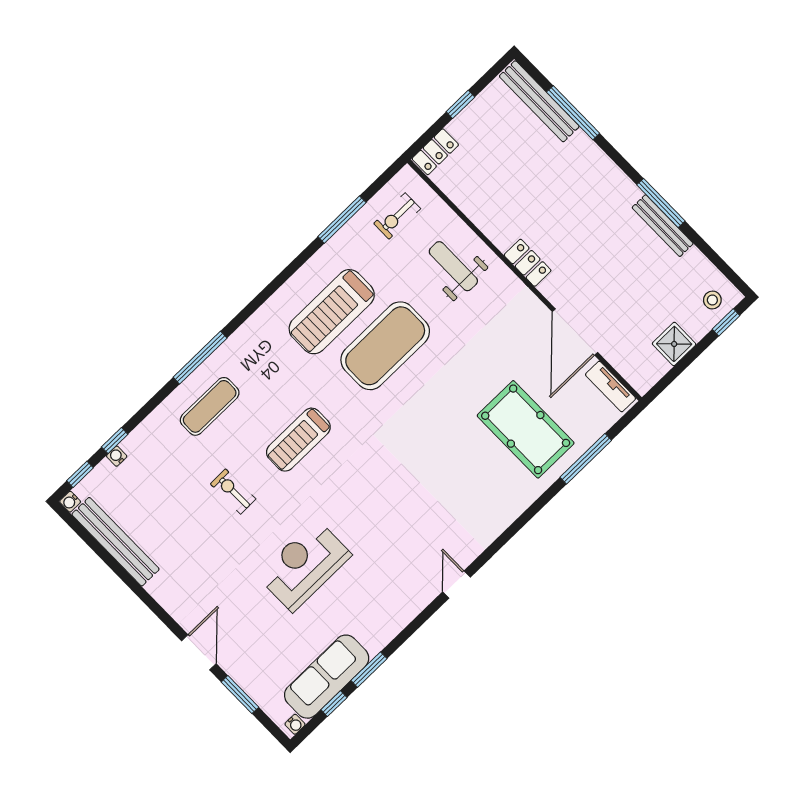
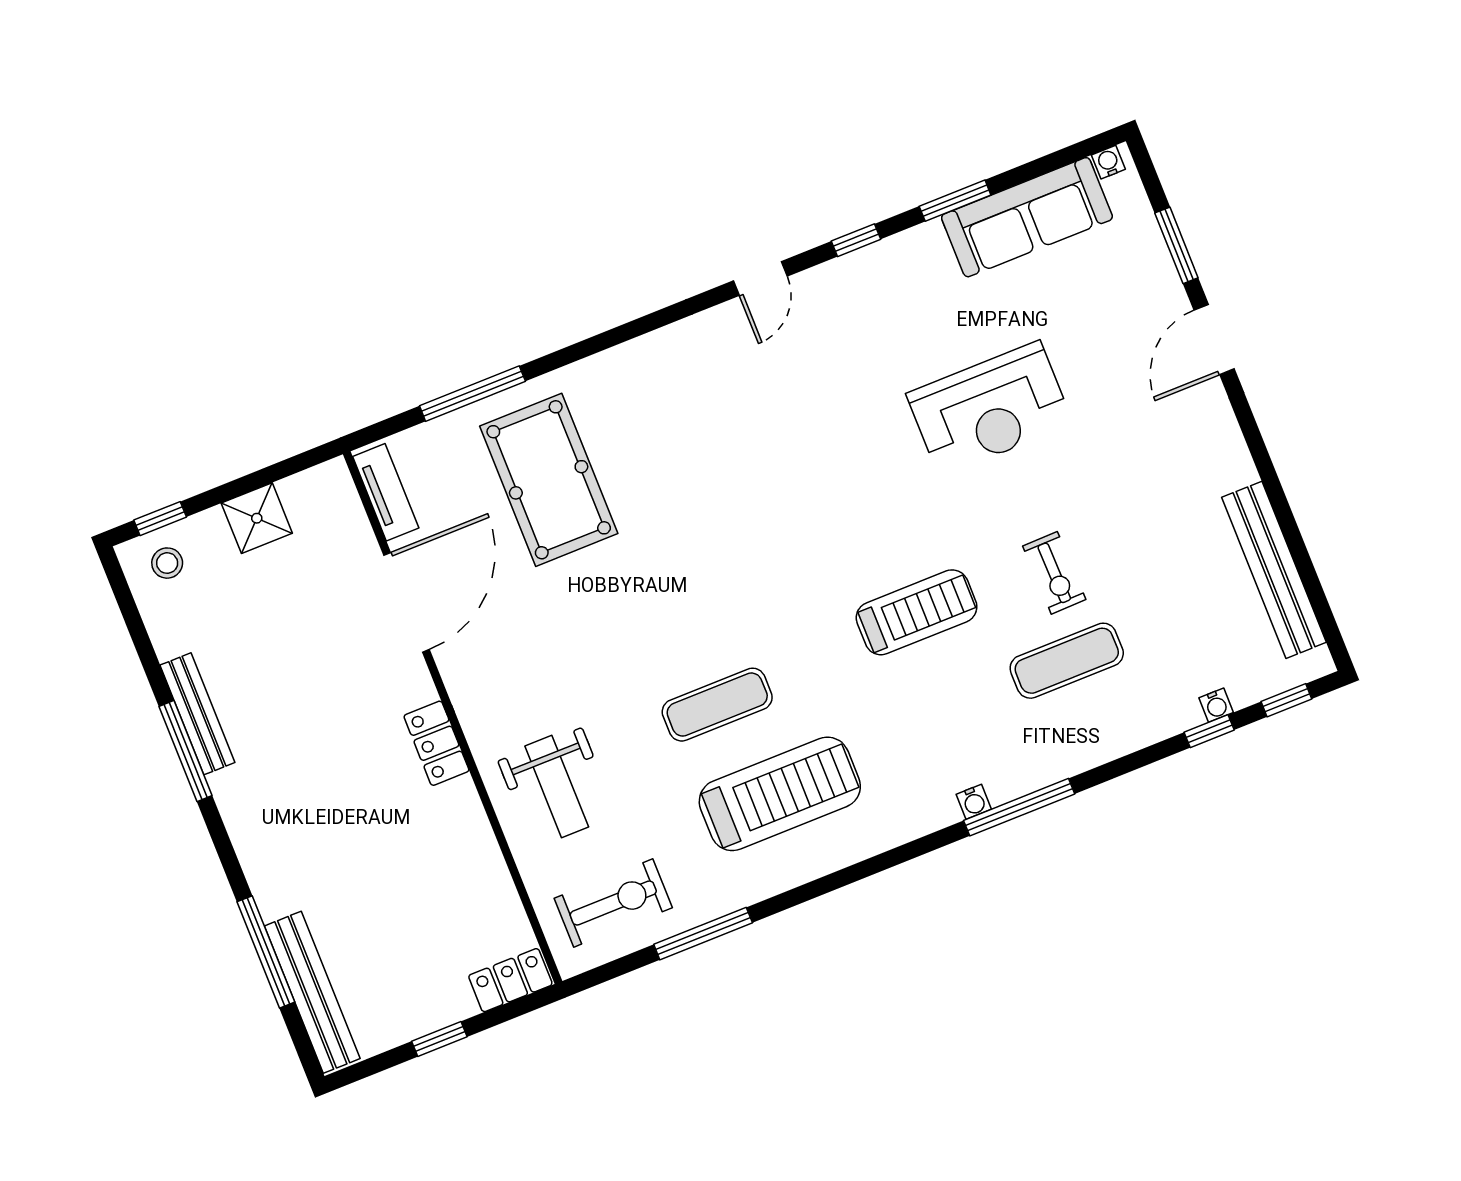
exercise bike: (397, 216) -> (613, 903), width x1.38, depth x1.39
exercise mat: (385, 346) -> (717, 705), width x0.50, depth x0.69
exercise mat: (210, 406) -> (1067, 661), moved
water cooler: (70, 502) -> (974, 802), moved, turned 90
window: (334, 704) -> (856, 240), moved

